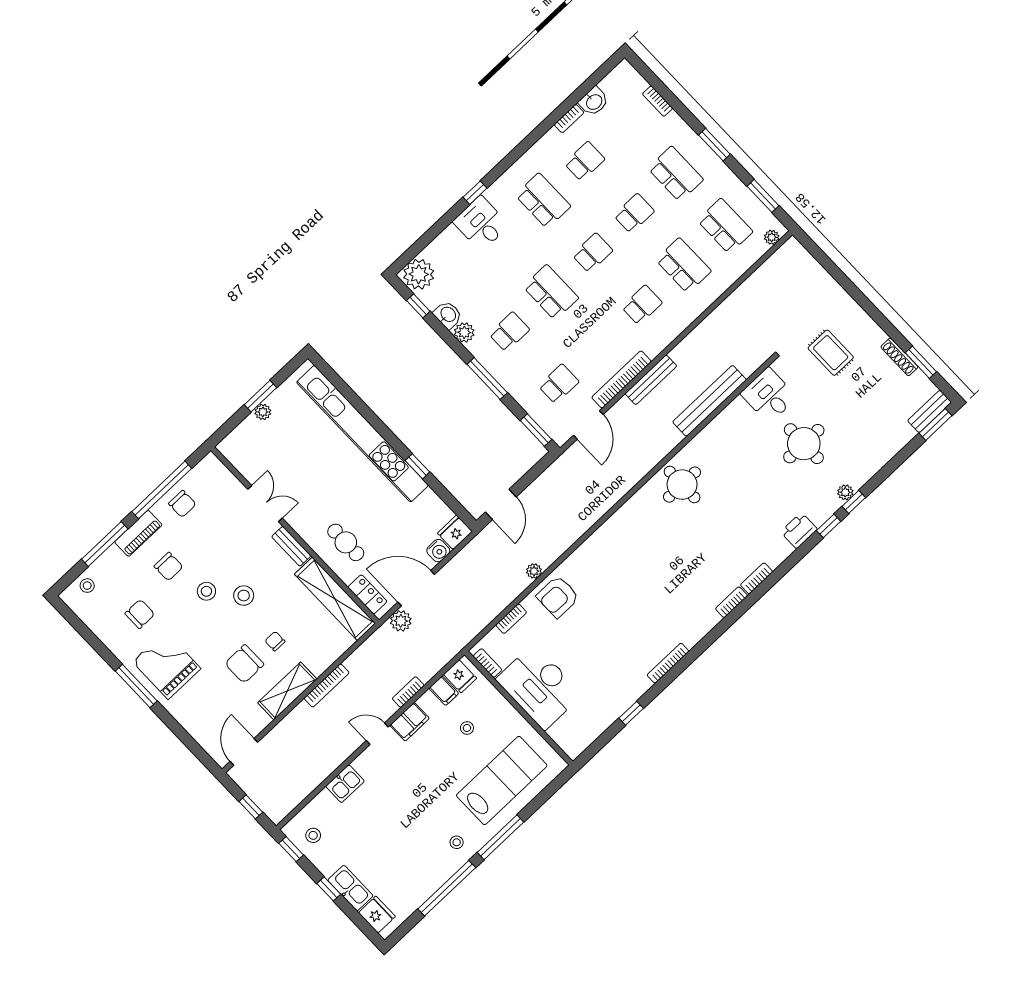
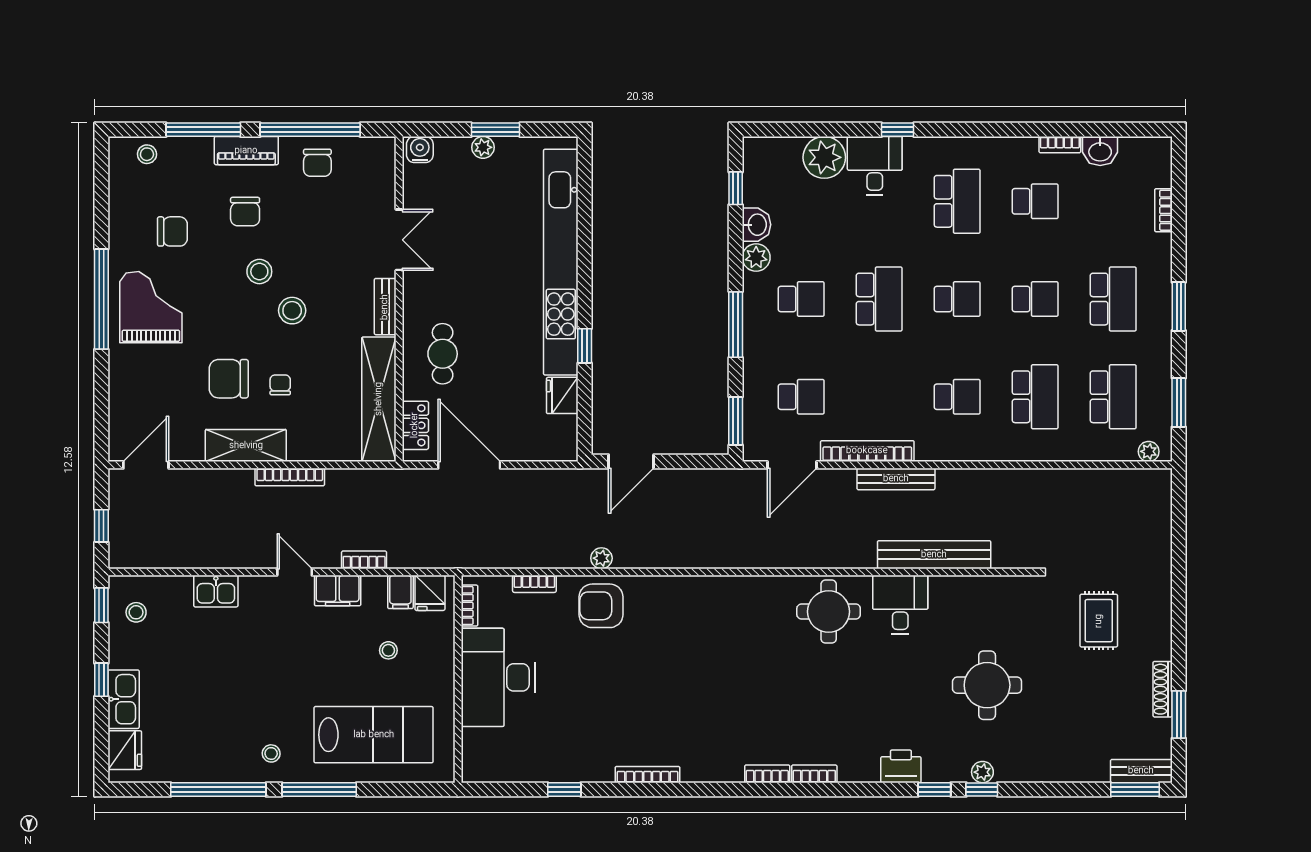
plant: (419, 274) -> (824, 157), moved
desk: (769, 395) -> (900, 605), moved
fridge: (455, 532) -> (562, 395), moved, turned -90
water cooler: (438, 551) -> (420, 149), moved, turned 180
plant: (401, 621) -> (423, 483), removed
window: (136, 686) -> (101, 299), width x1.46

